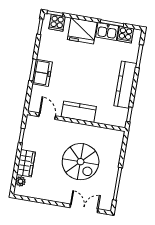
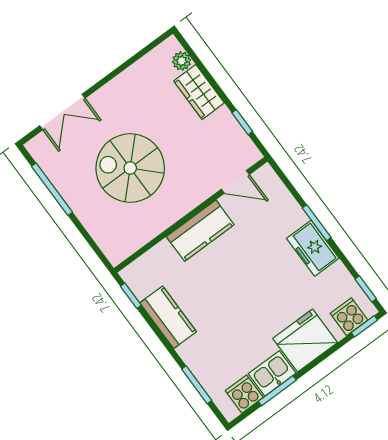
freezer: (42, 73) -> (313, 248), moved
kitchen counter: (125, 85) -> (168, 317), width x0.67

